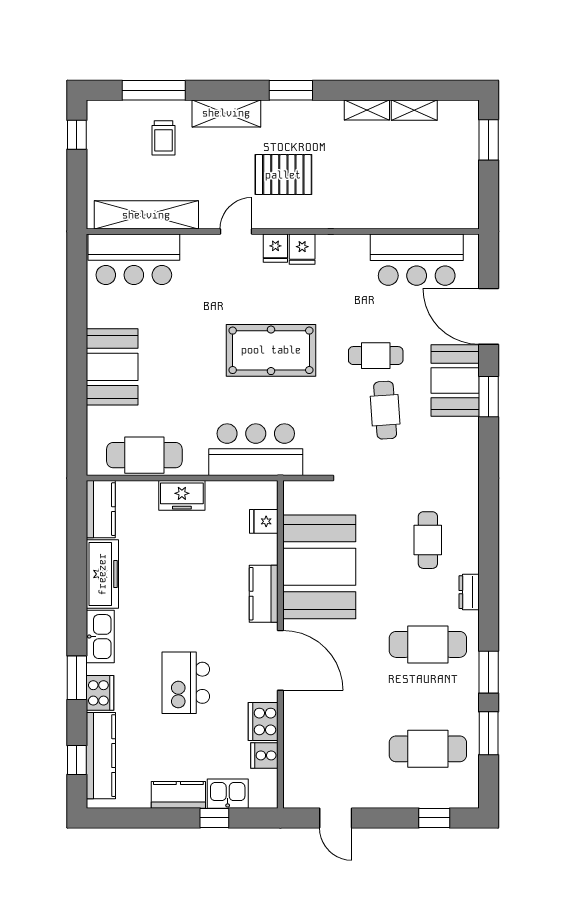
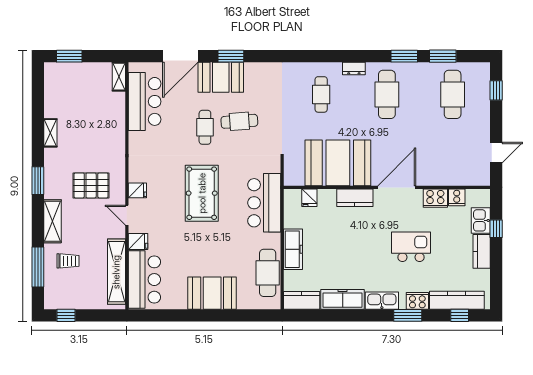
shelving: (414, 110) -> (119, 77), moved
pallet: (283, 175) -> (91, 185), turned 90
fridge: (302, 249) -> (138, 241), moved
freezer: (182, 495) -> (293, 249), width x1.40
cafe table: (428, 540) -> (321, 94), turned 90
kitchen island: (186, 683) -> (411, 247), turned 180

